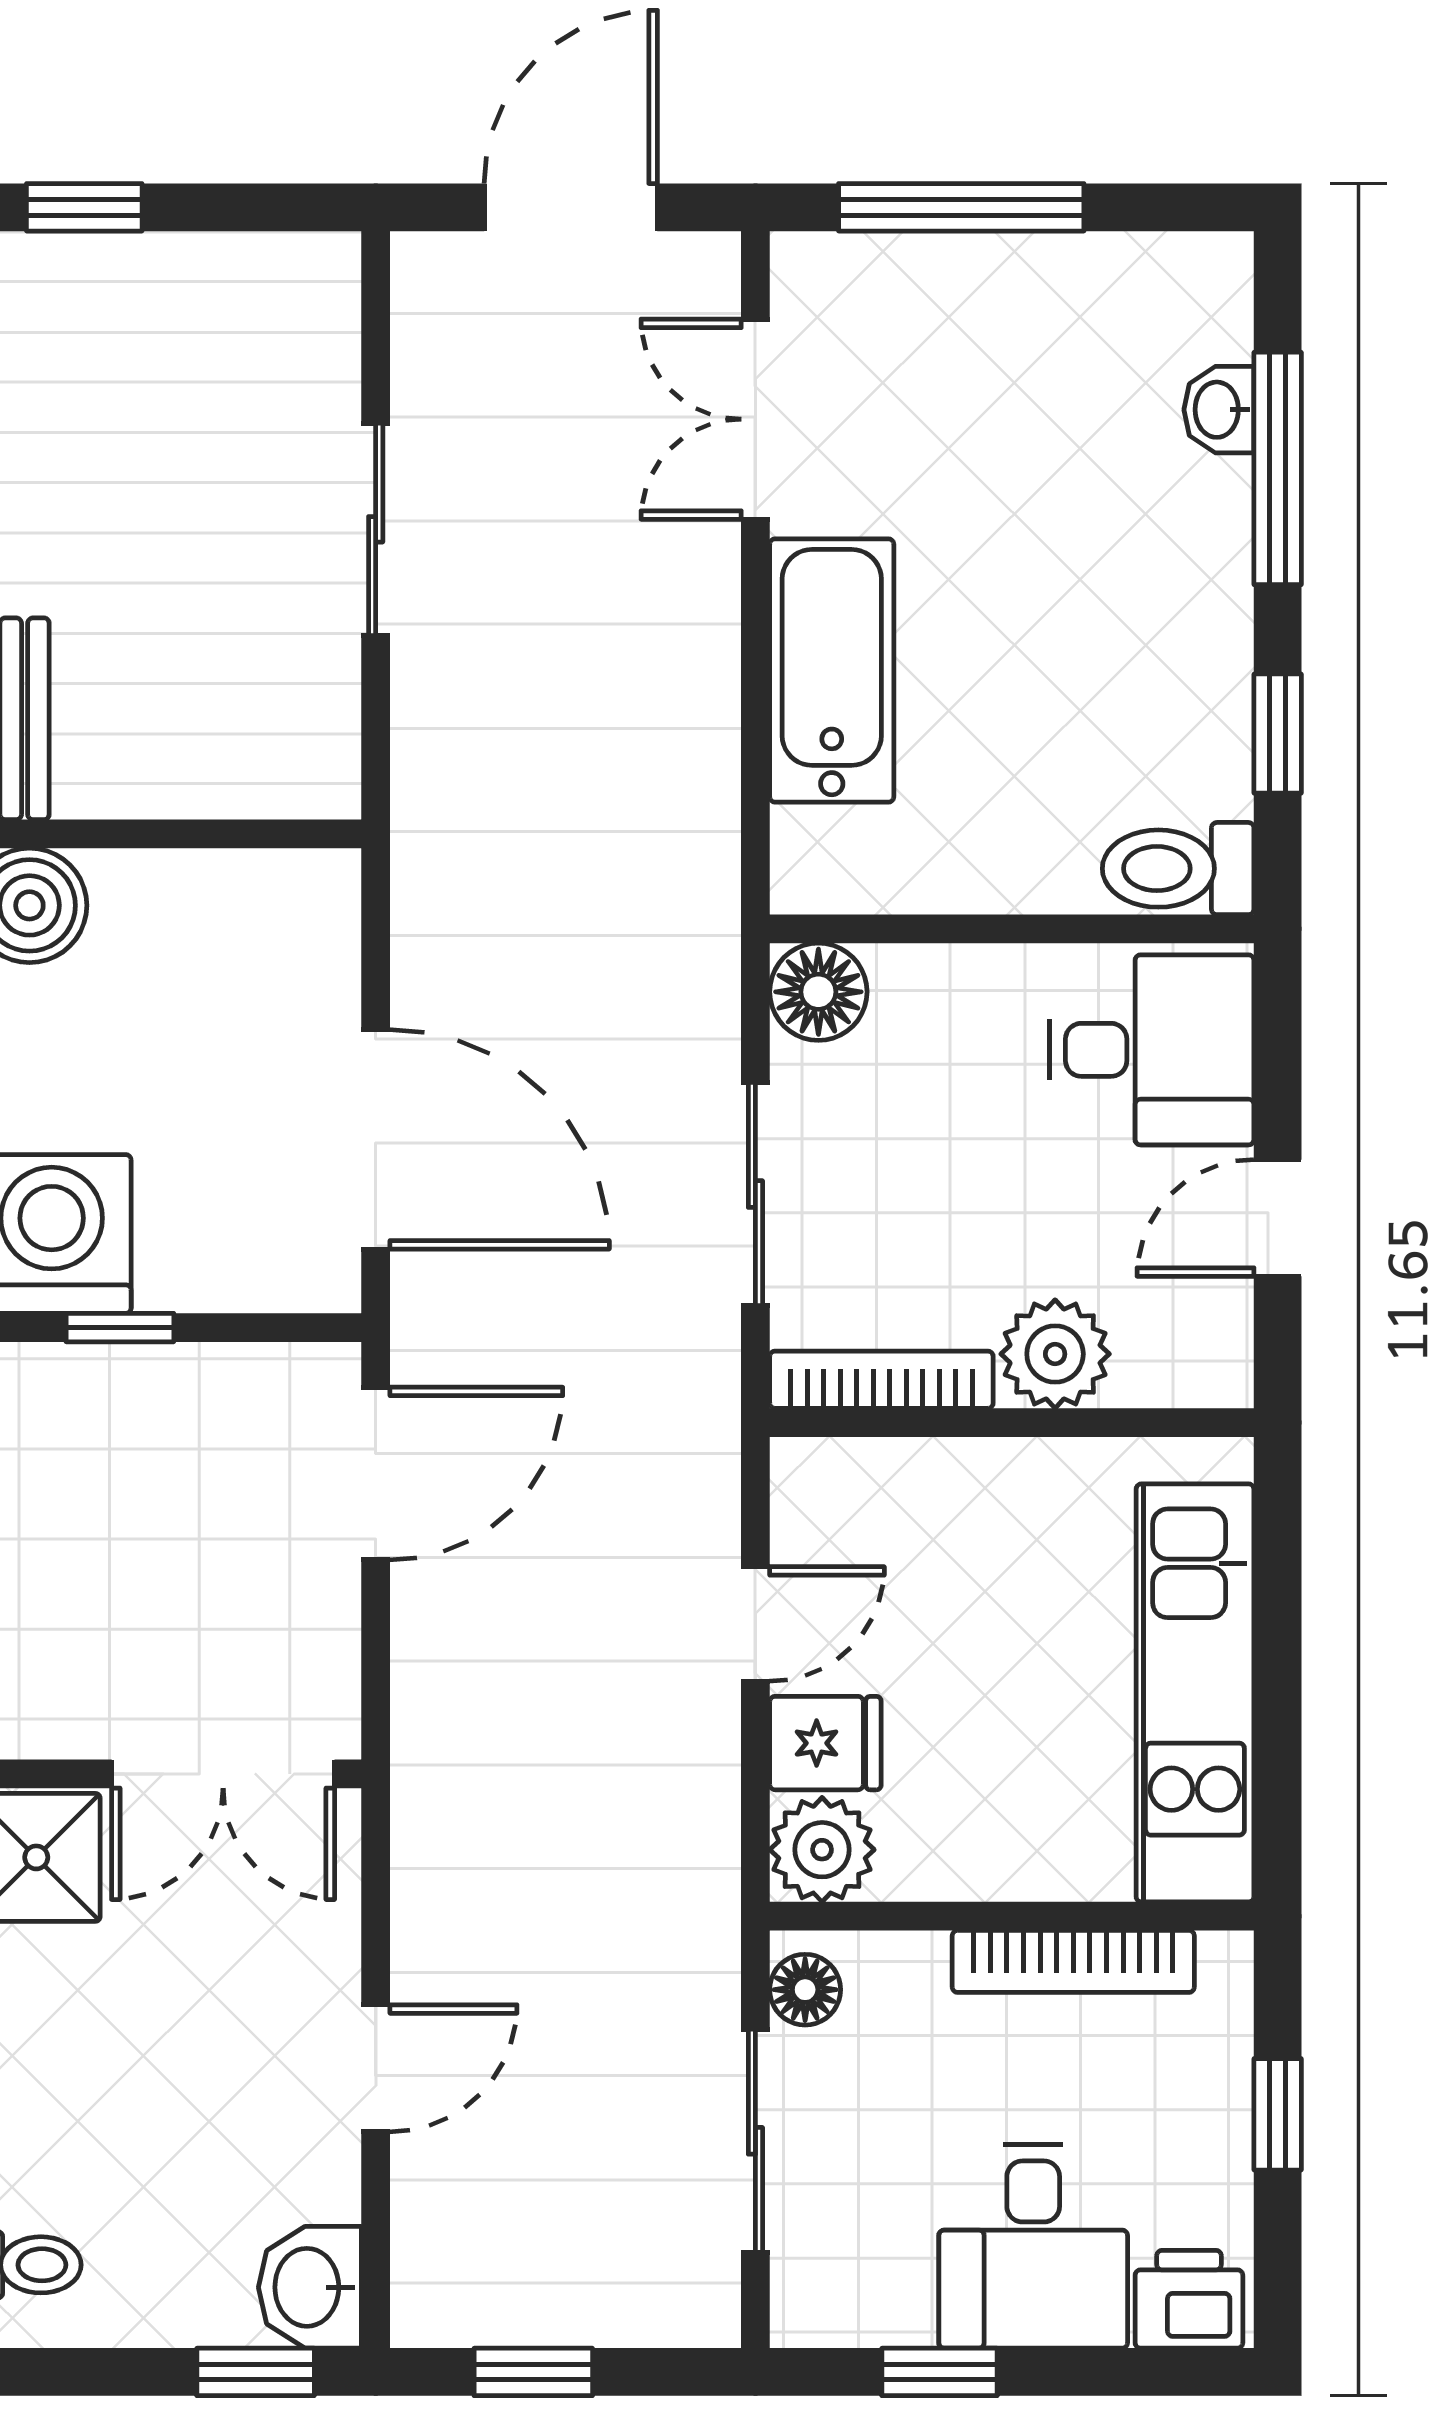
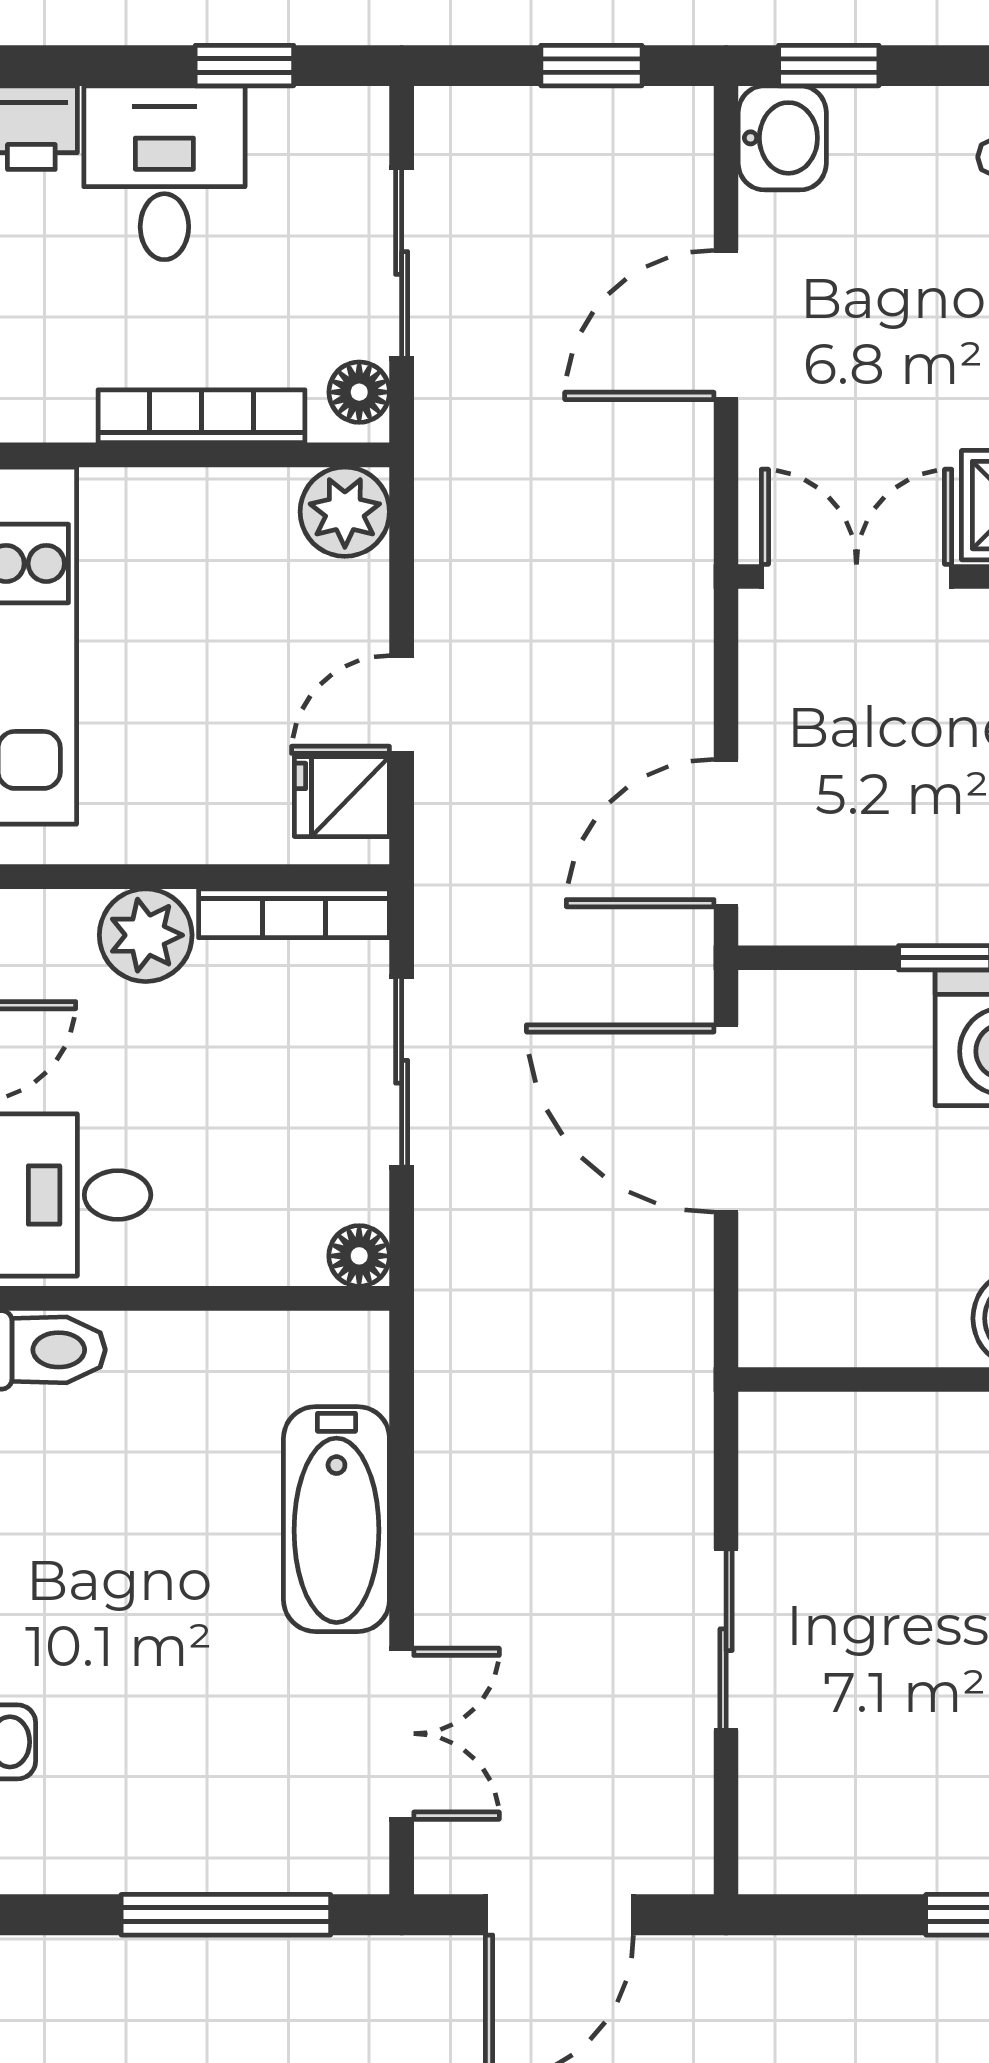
floor lamp: (818, 992) -> (359, 1256), width x0.73, depth x0.73
fridge: (825, 1743) -> (342, 797), moved
bookcase: (1073, 1961) -> (201, 416), moved
door: (376, 2068) -> (726, 325), width x1.38

